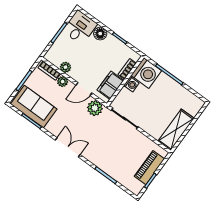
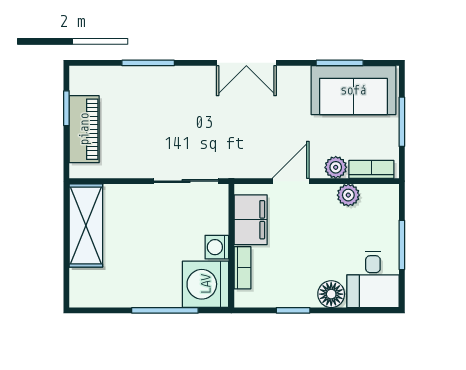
plant: (95, 108) -> (249, 162), removed

